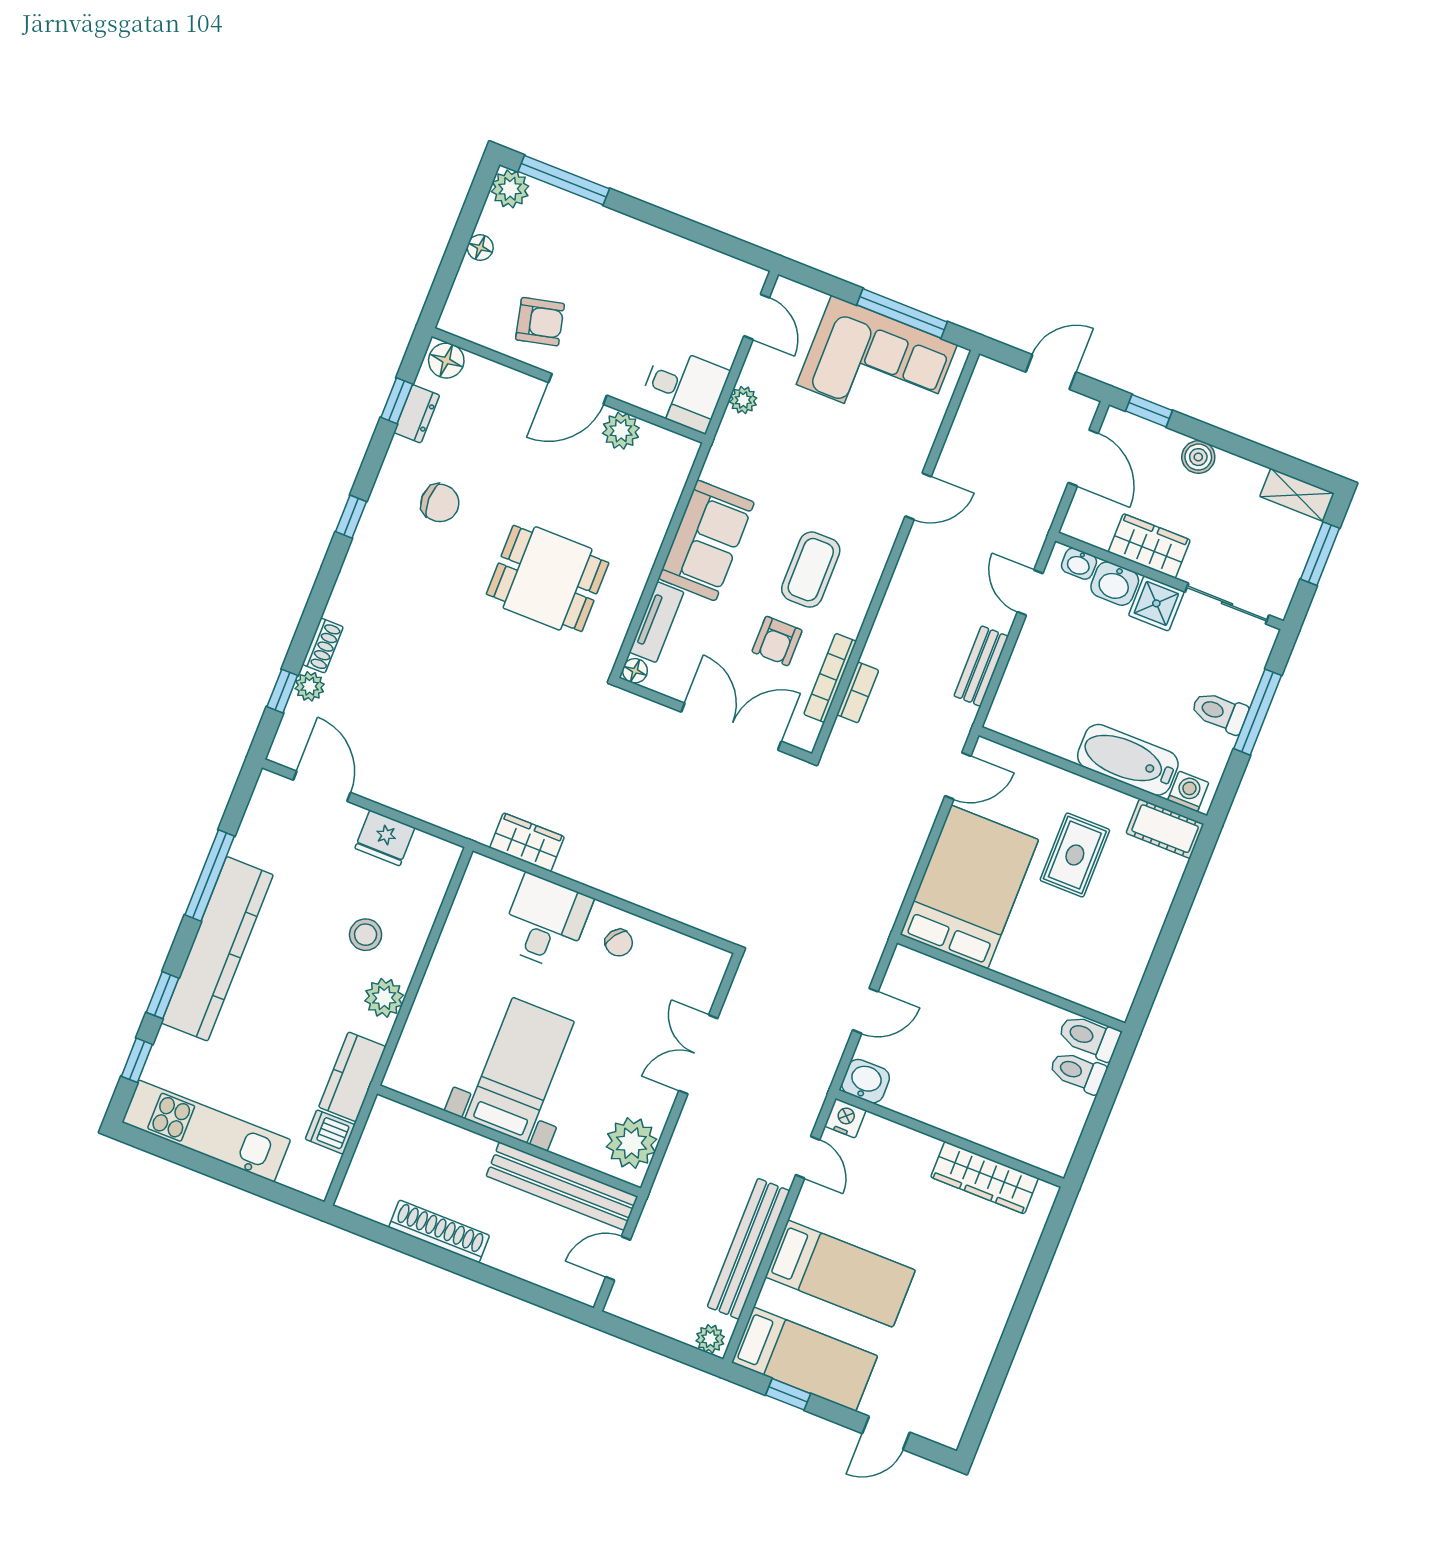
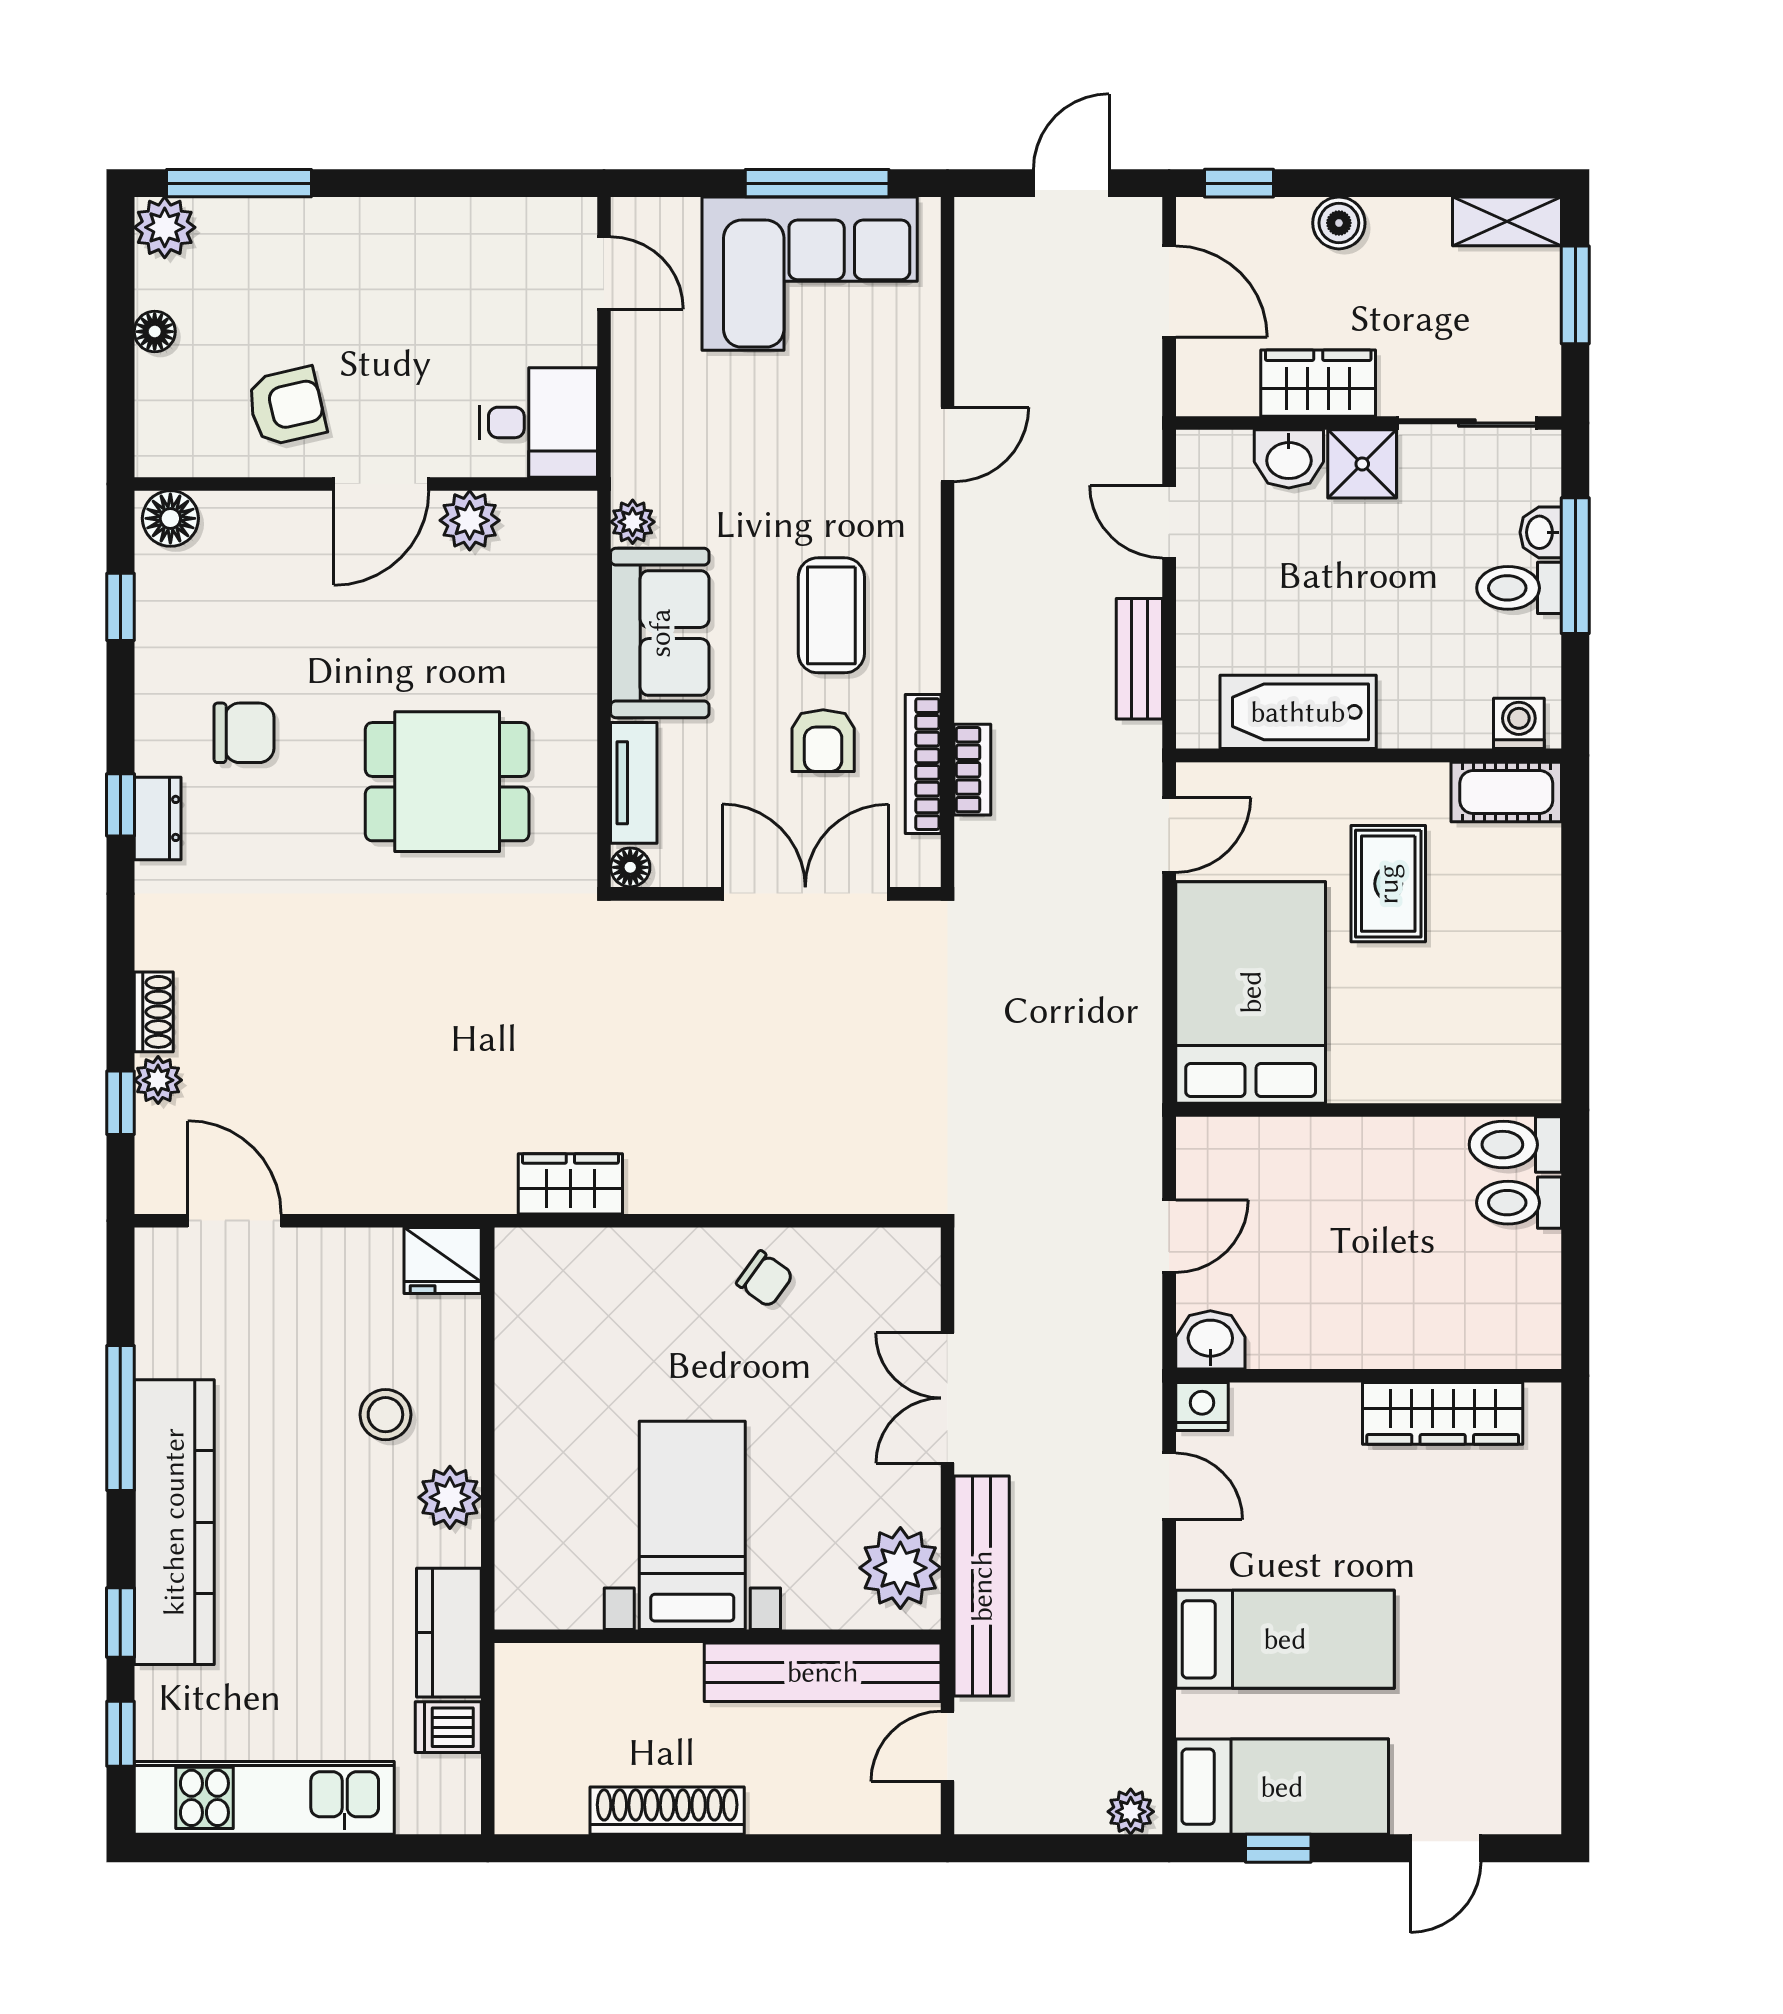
plant: (743, 400) -> (633, 522), moved
dresser: (417, 414) -> (158, 818), moved
washbasin: (1079, 564) -> (1541, 532), moved, turned 90
bathtub: (1128, 760) -> (1298, 712), moved
fridge: (385, 838) -> (443, 1260), moved
desk: (546, 922) -> (644, 1291), removed
bench: (749, 1249) -> (982, 1586), moved

